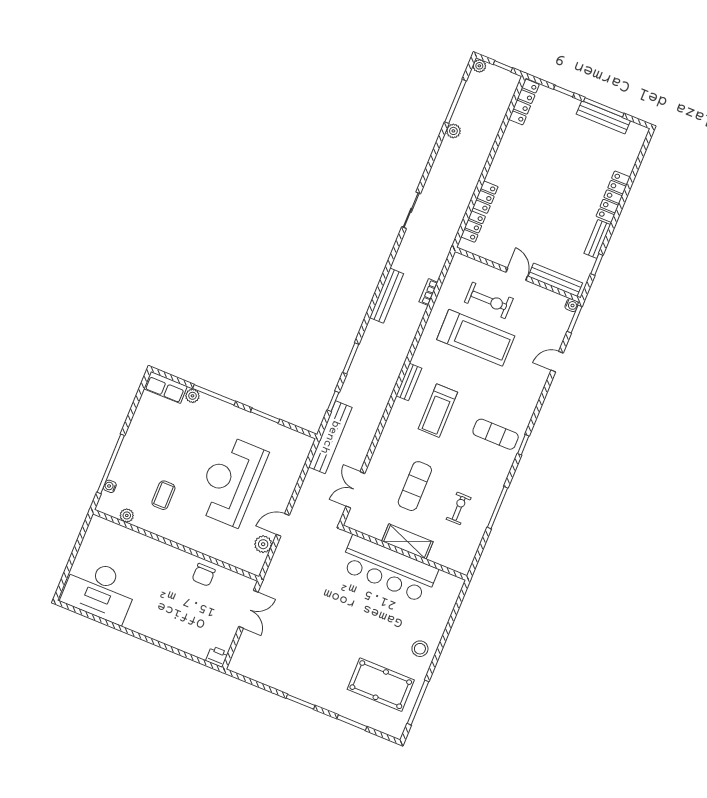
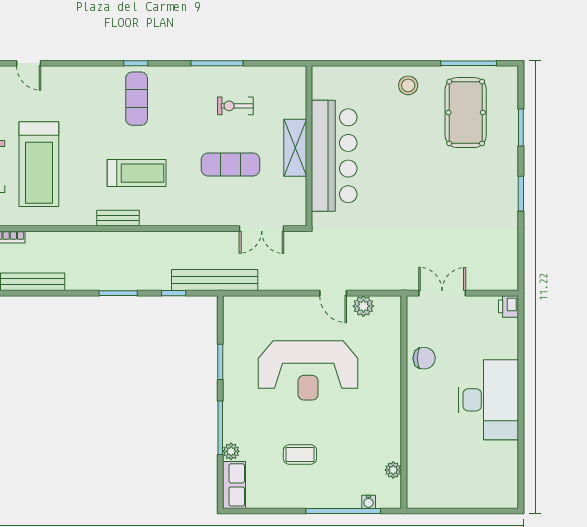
treadmill: (476, 338) -> (39, 164), turned 180
coffee table: (163, 495) -> (300, 454), moved
desk: (100, 590) -> (488, 400), moved

